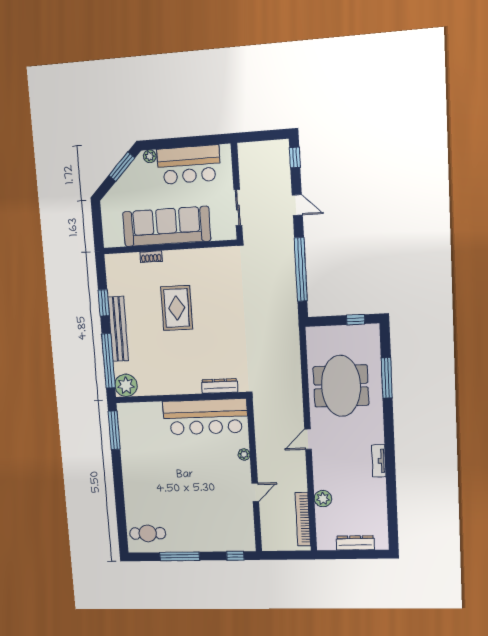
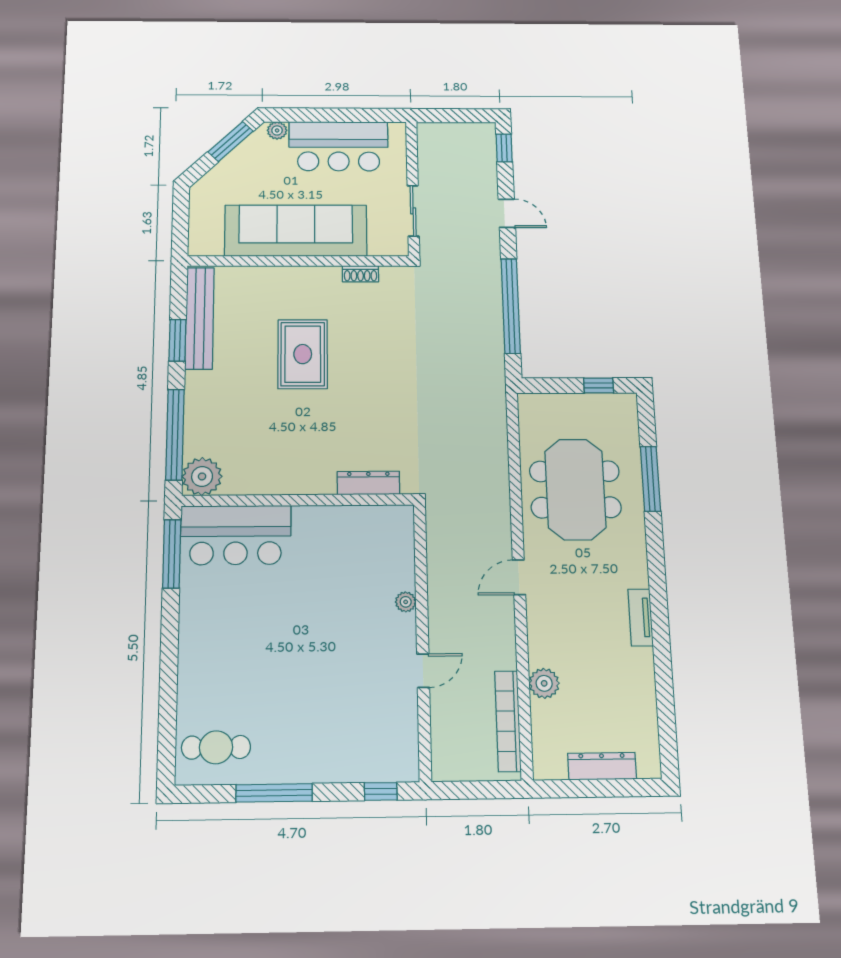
shoe rack: (151, 257) -> (360, 274), moved
bench: (118, 329) -> (200, 318), moved
bar counter: (205, 417) -> (236, 535), moved, width x0.73

